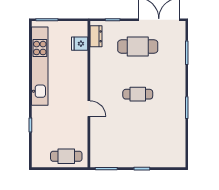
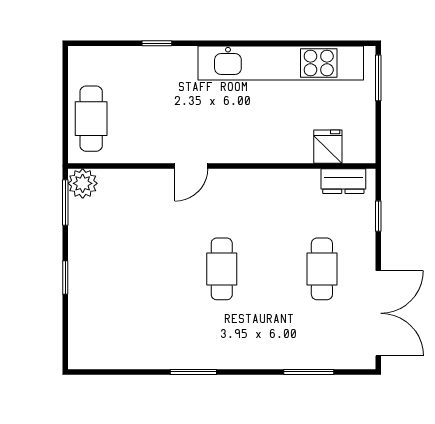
cafe table: (138, 47) -> (322, 269), width x0.73, depth x0.74
plant: (97, 160) -> (83, 183), added

